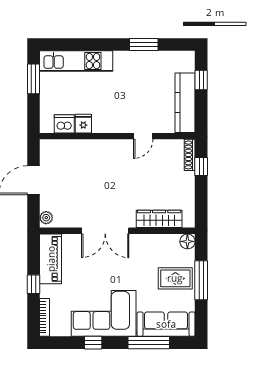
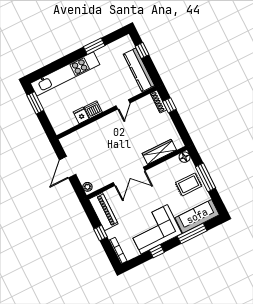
kitchen unit: (76, 61) -> (65, 74), width x1.36
dishwasher: (64, 124) -> (93, 110), moved

